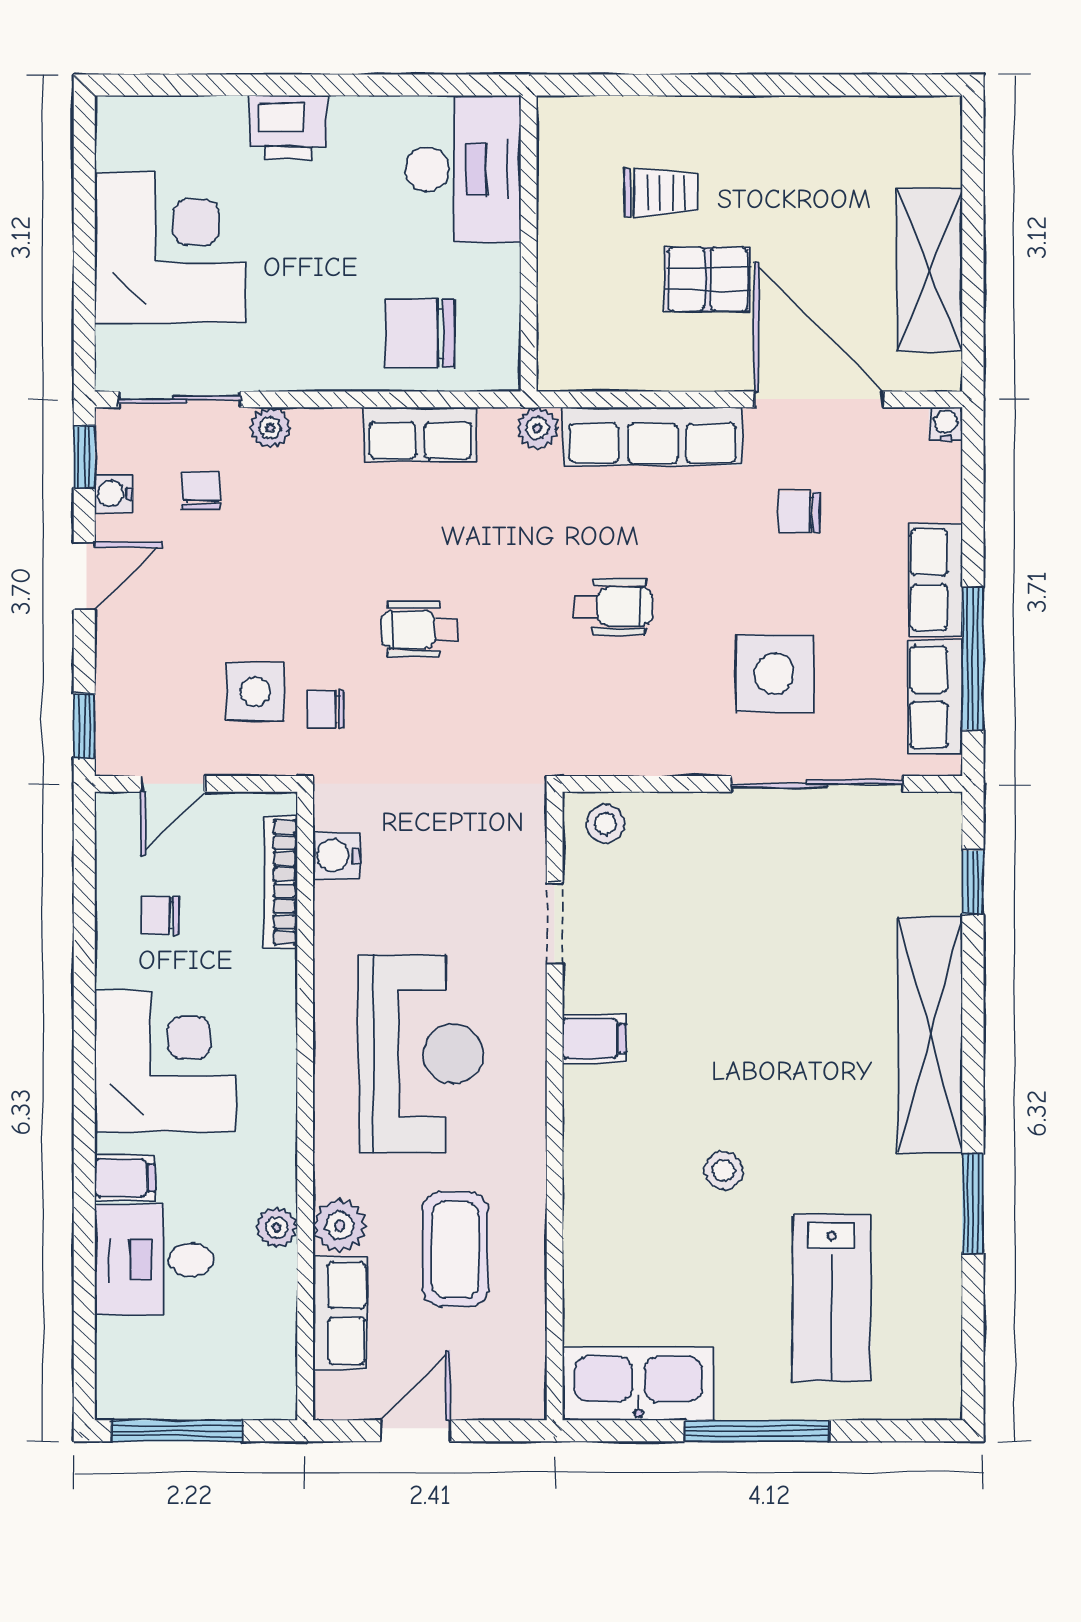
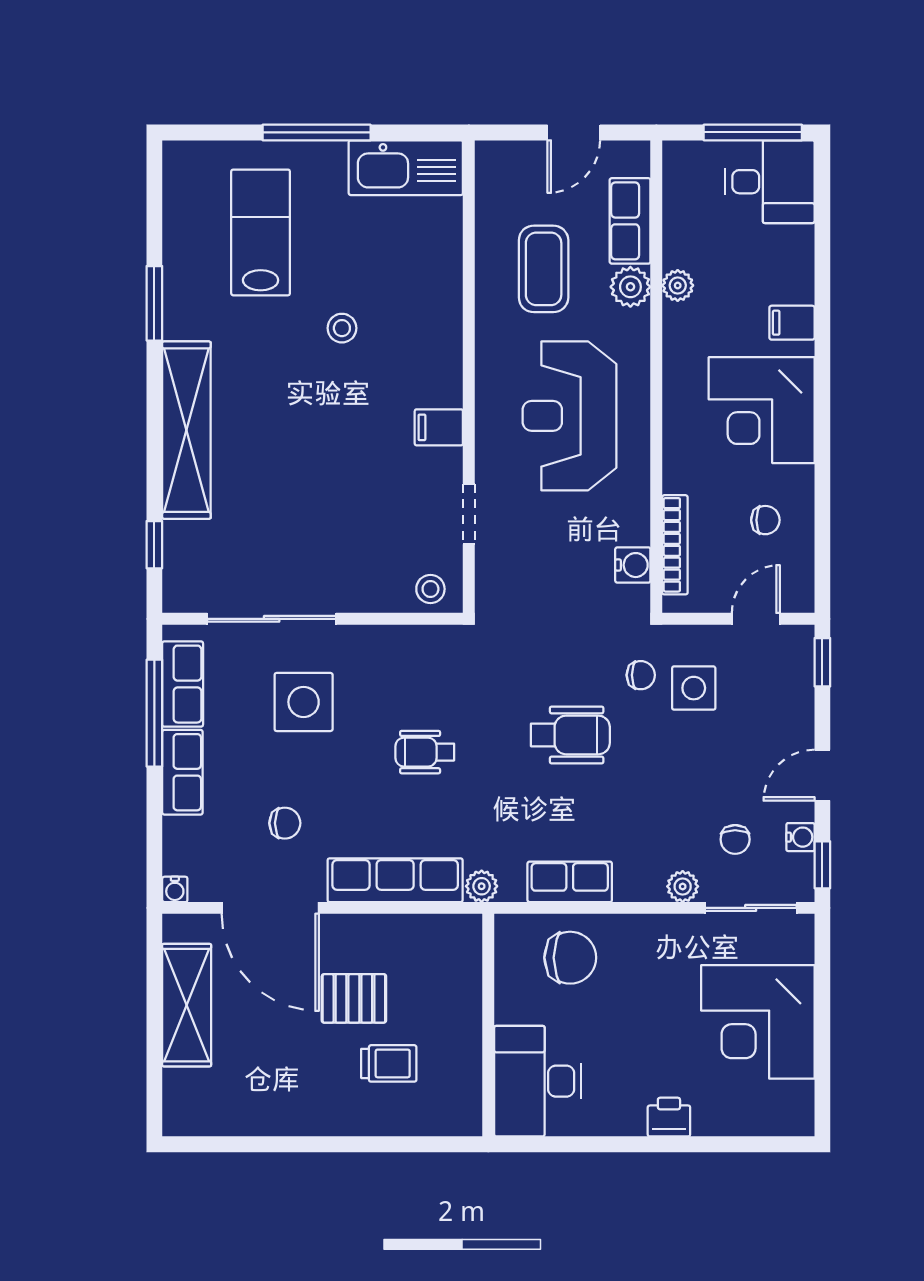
printer: (288, 127) -> (669, 1117), width x0.73, depth x0.81
trolley: (661, 193) -> (389, 1063), turned 180
wheelchair: (420, 629) -> (570, 735), width x1.36, depth x1.37
desk: (154, 1260) -> (770, 182), moved

